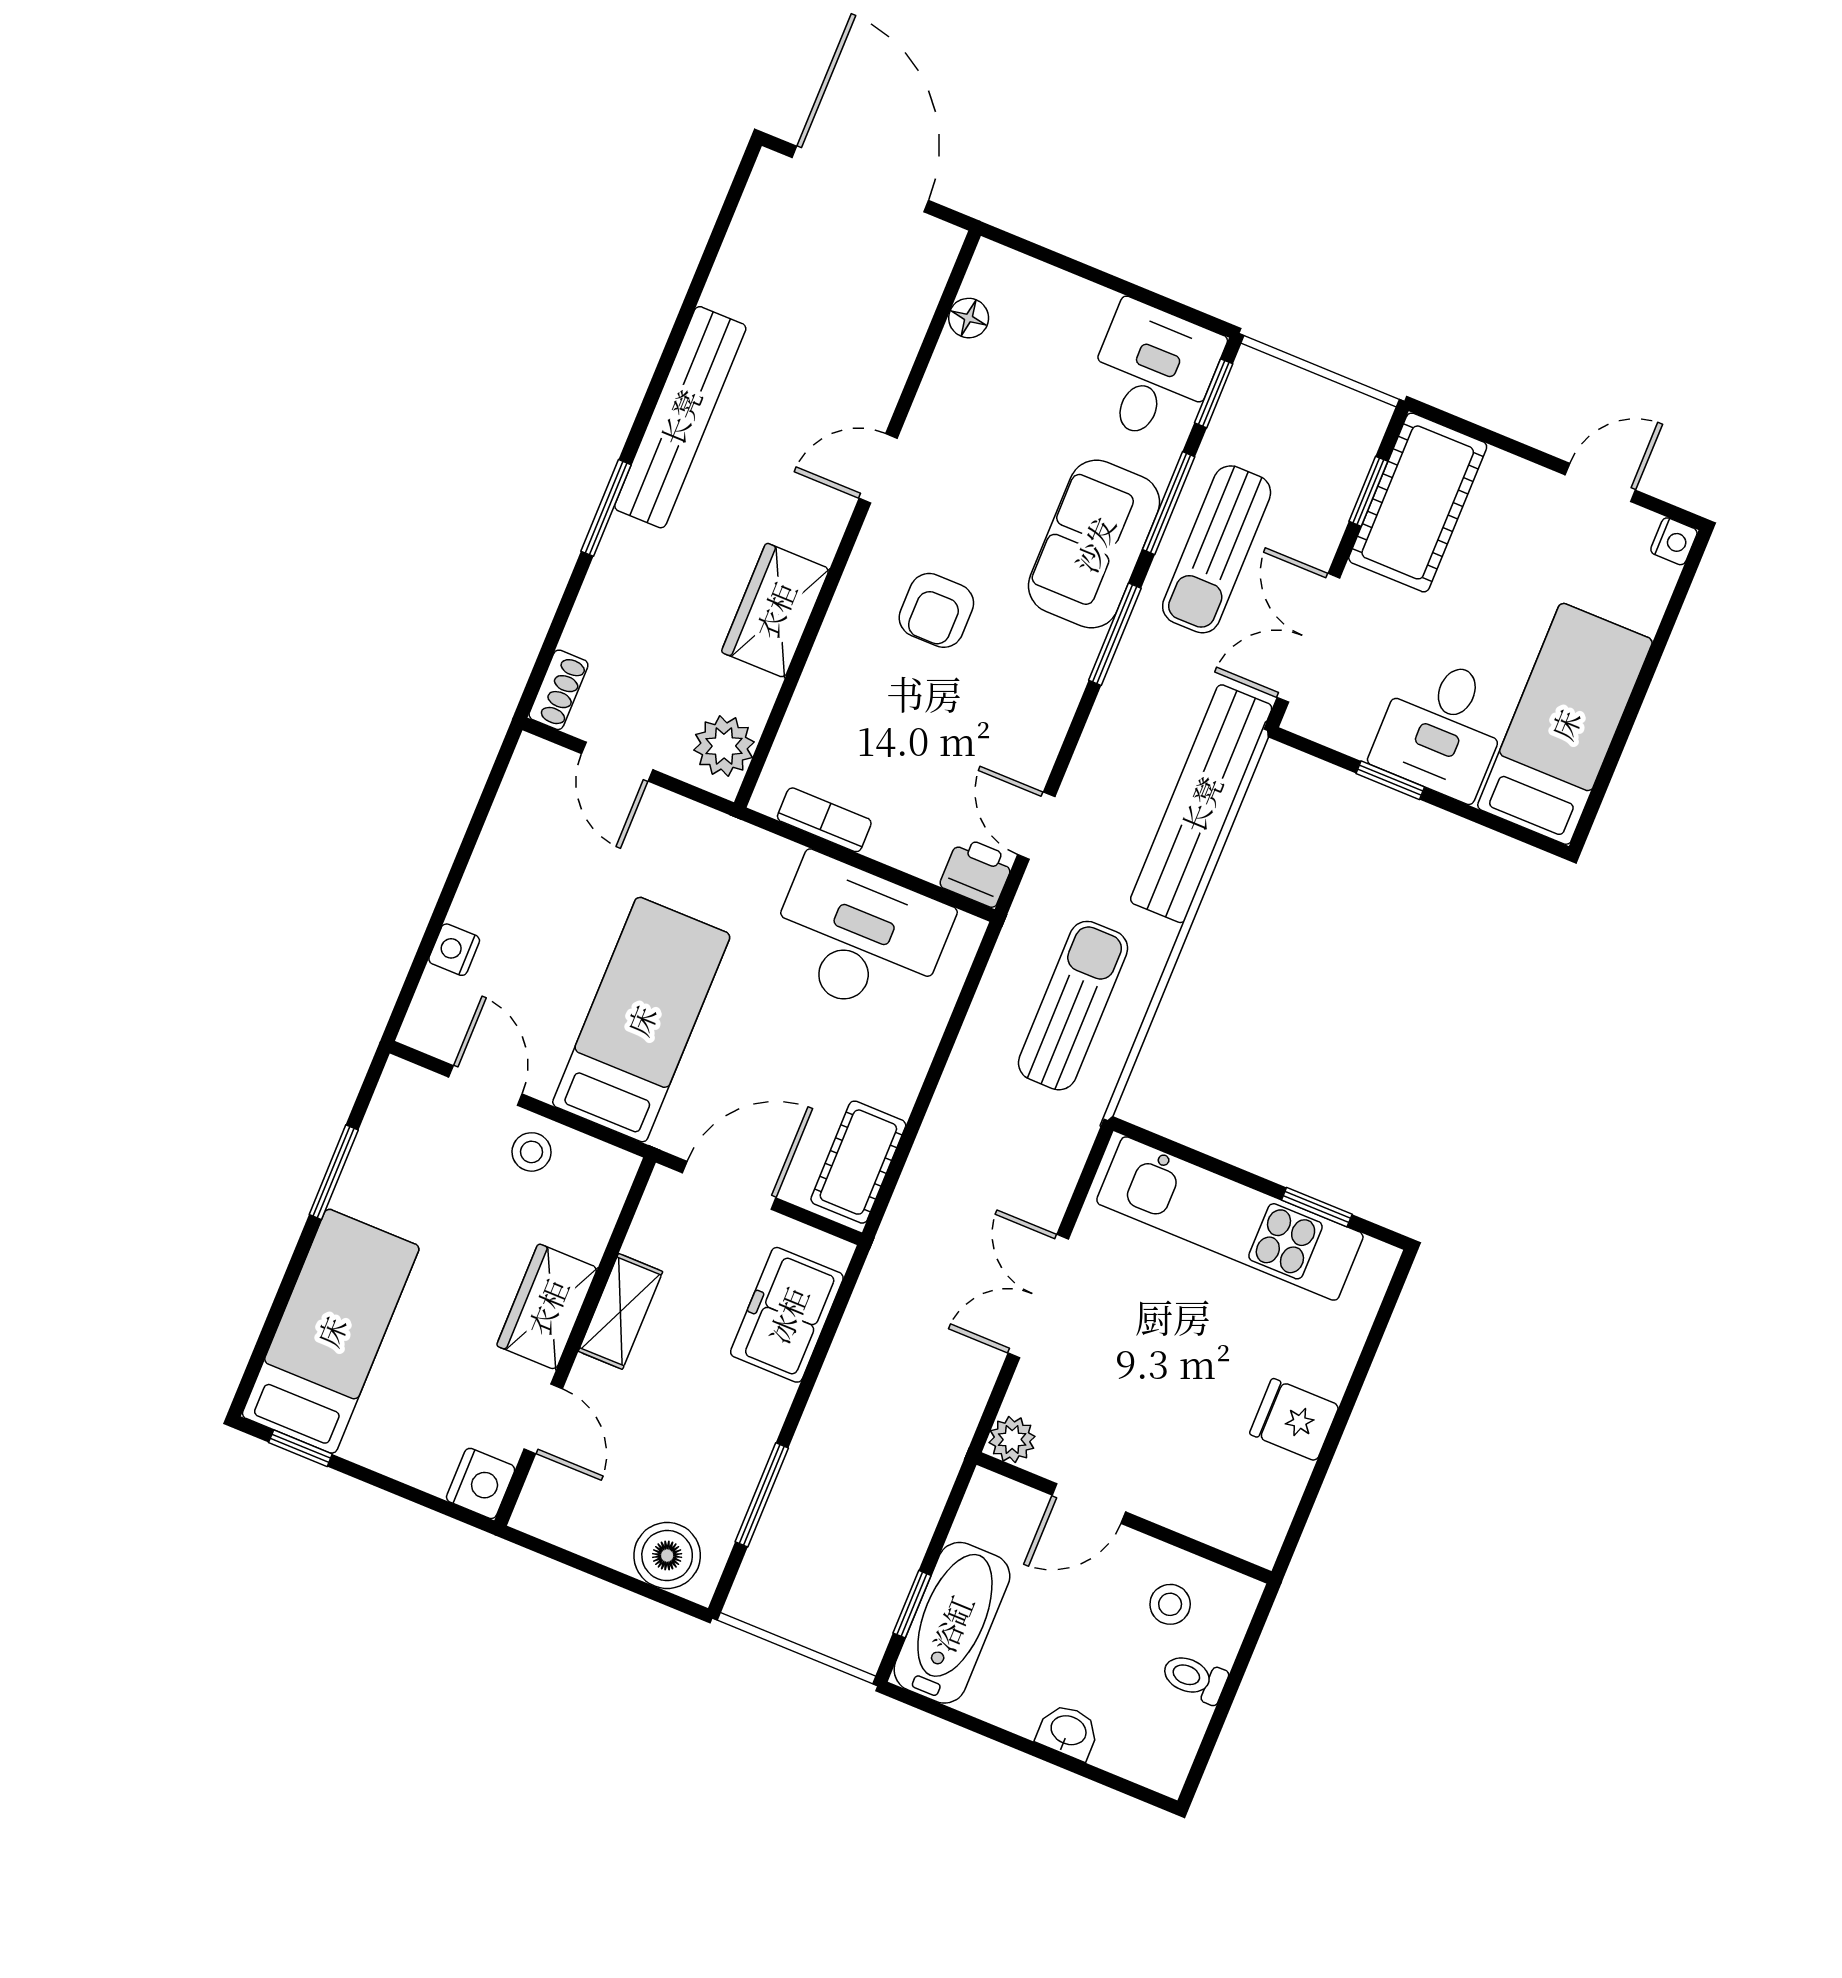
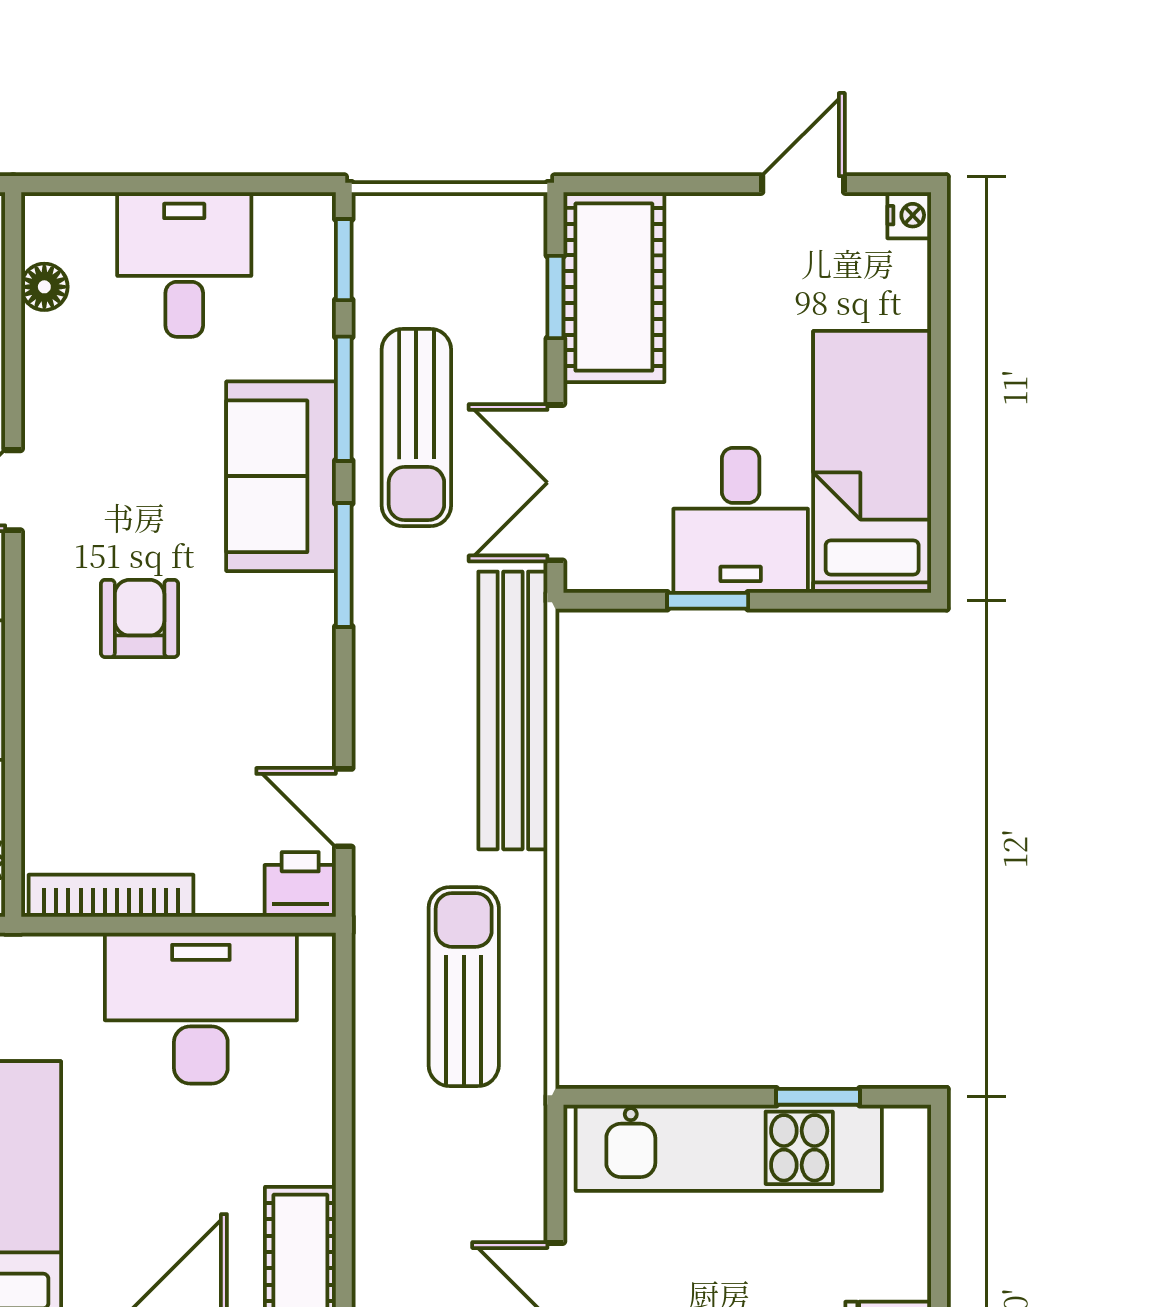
desk: (1153, 373) -> (184, 264), moved
armchair: (936, 610) -> (140, 618), turned 180
bookcase: (824, 820) -> (111, 896), width x1.56

